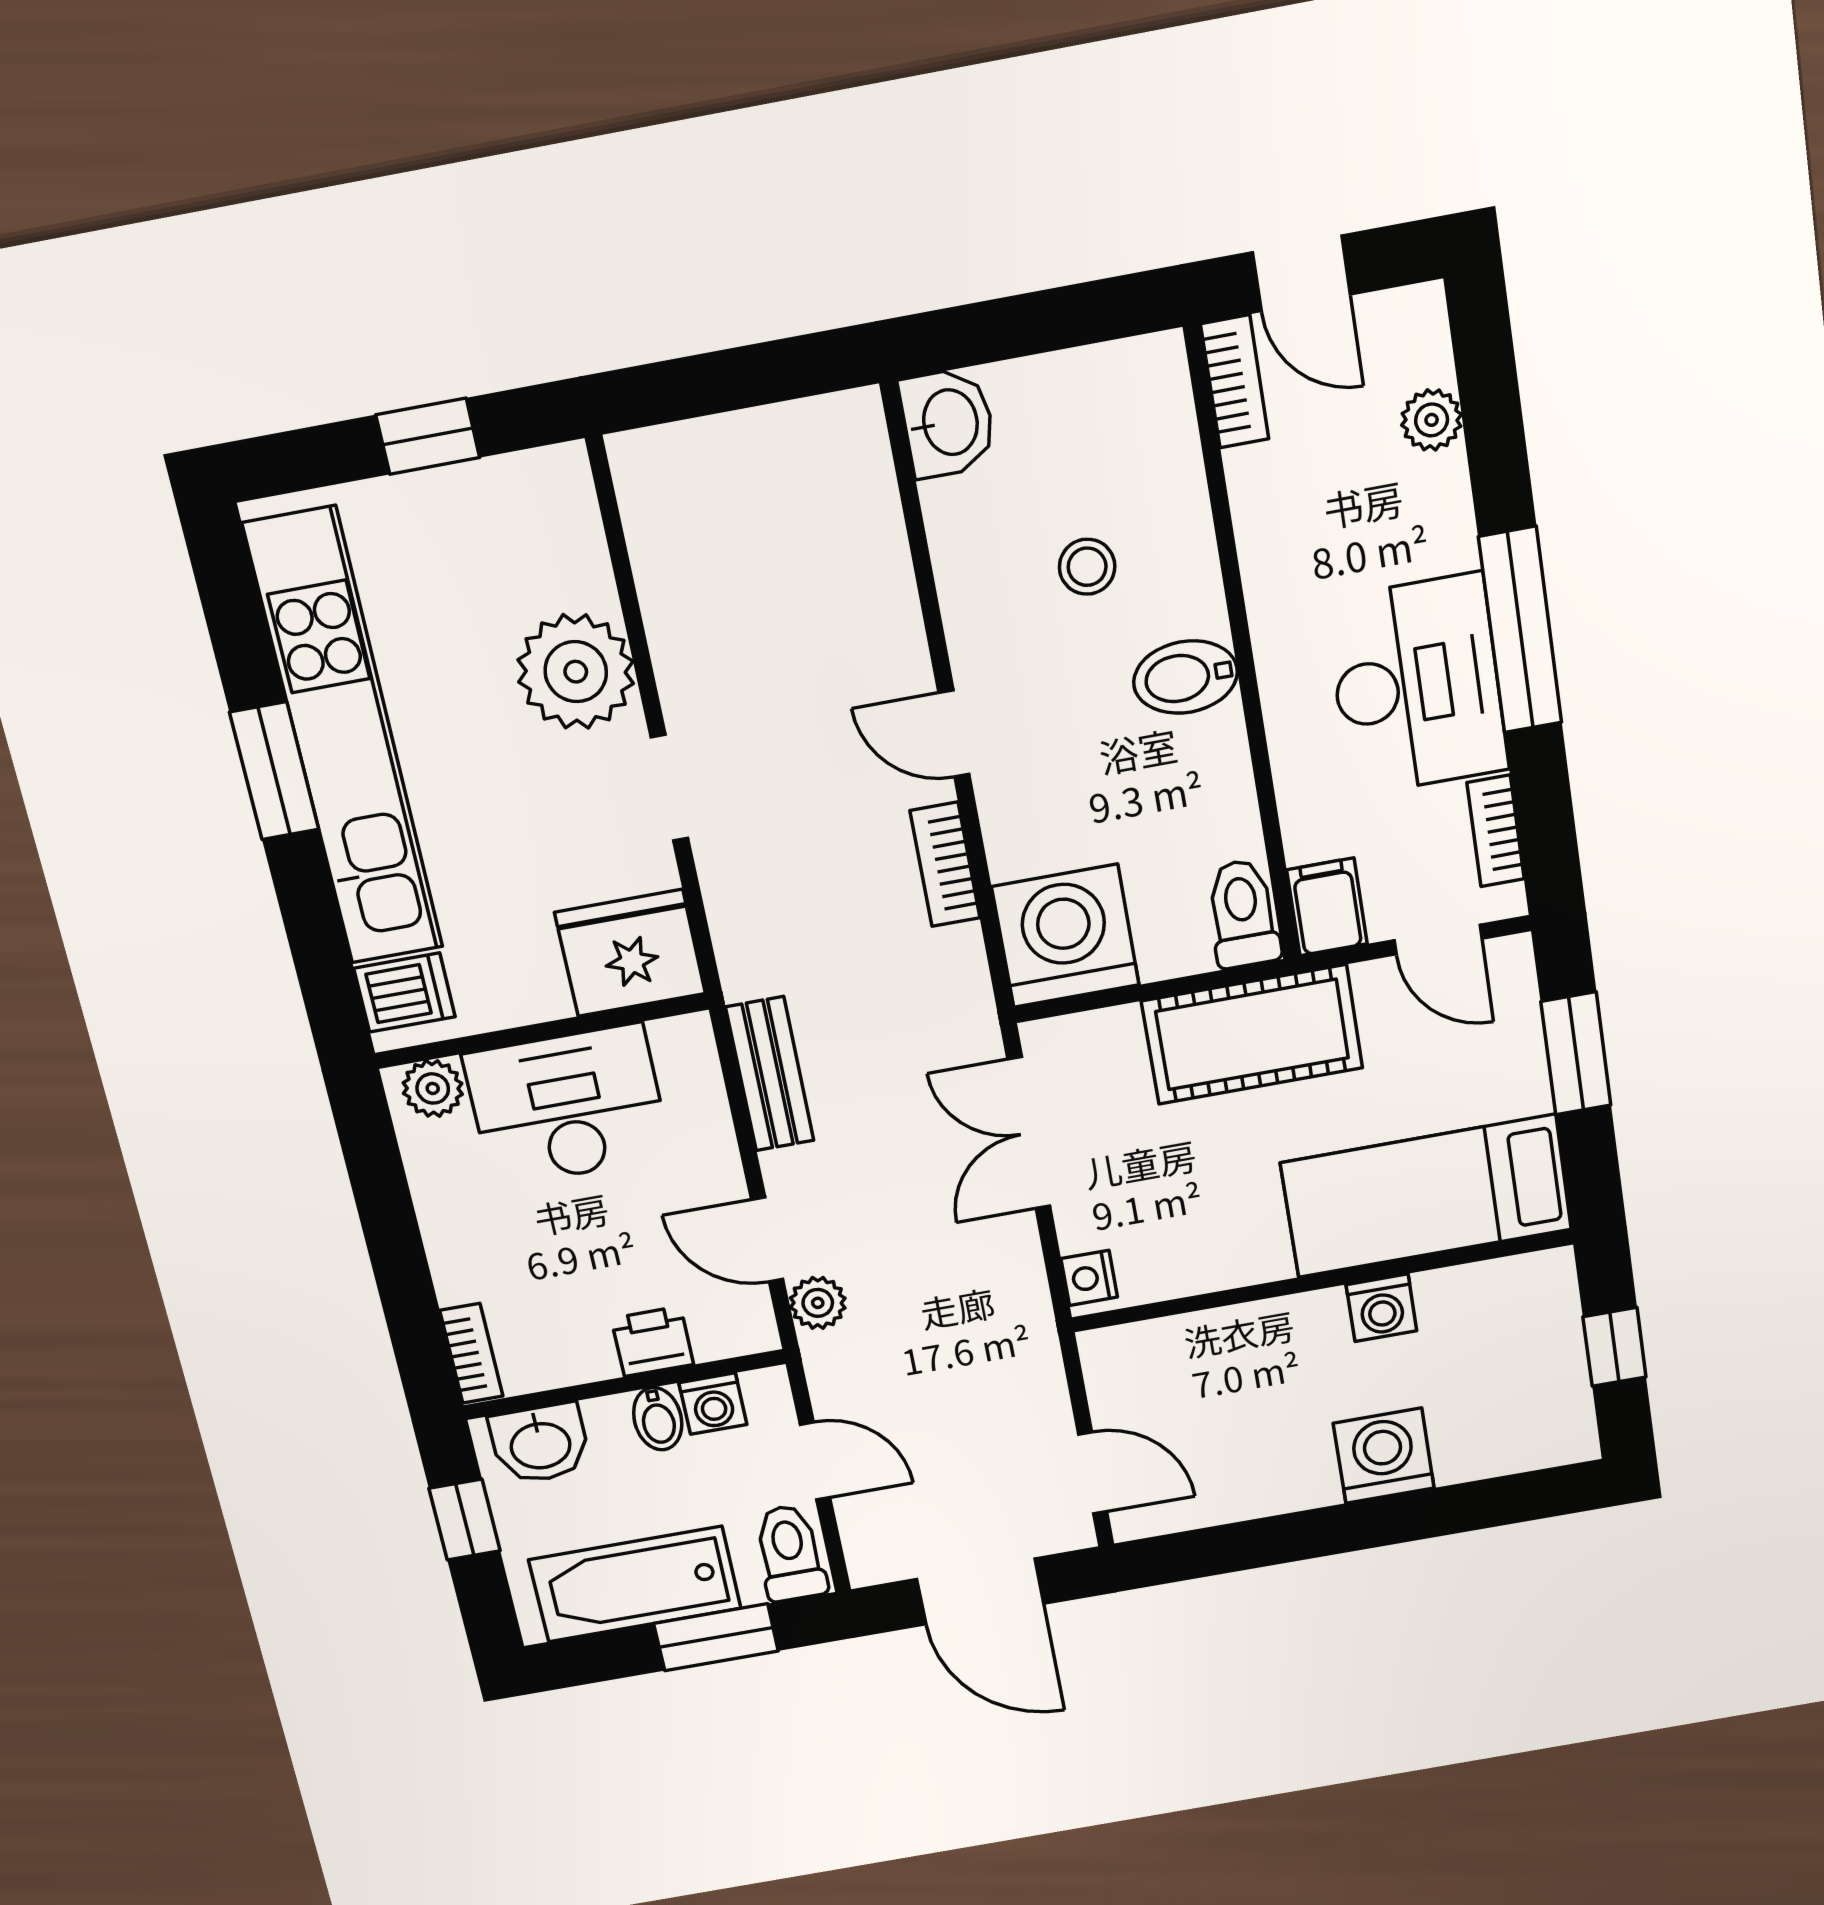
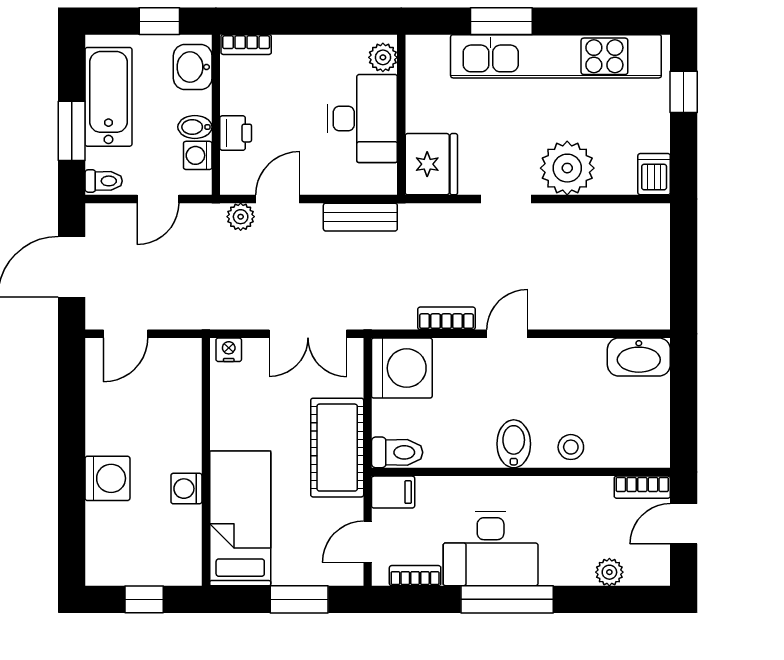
washbasin: (948, 423) -> (639, 357), width x1.38
window: (428, 436) -> (684, 92), moved
stool: (1087, 567) -> (571, 447), moved
window: (274, 771) -> (501, 21), moved
dishwasher: (405, 993) -> (654, 174), moved, turned 180
double door: (1029, 1133) -> (308, 334), swing flipped
toilet: (790, 1553) -> (104, 181), width x0.73, depth x0.72

